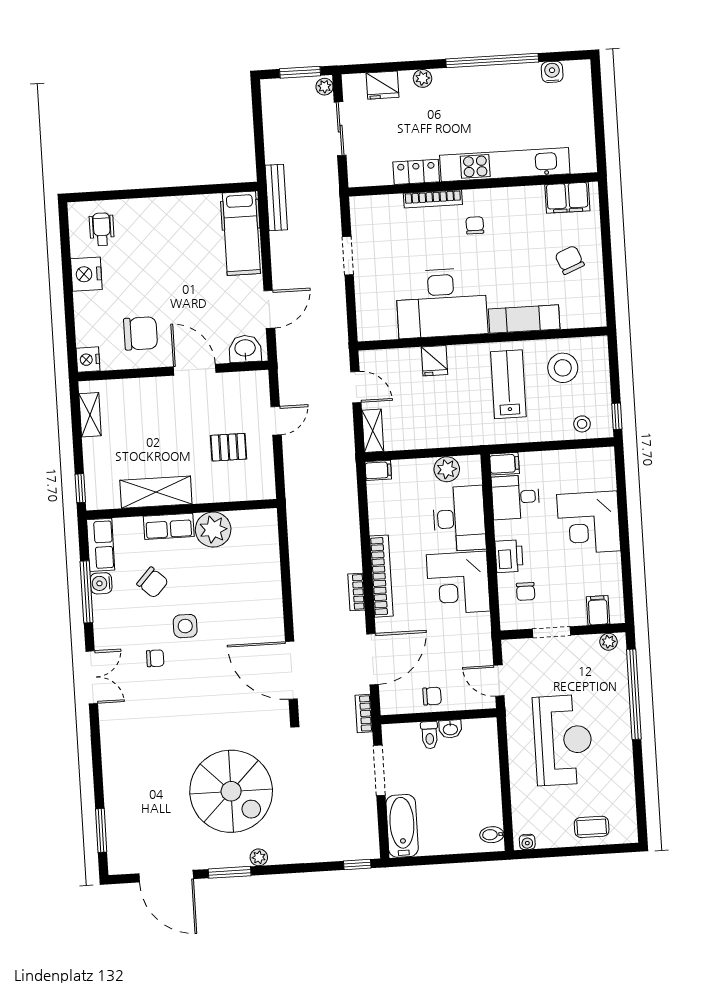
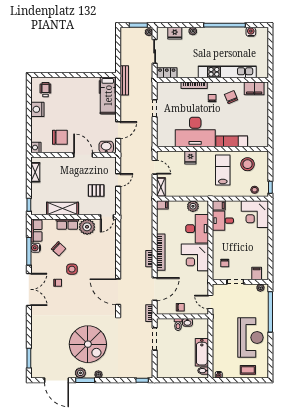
locker: (416, 172) -> (167, 73), moved
chair: (570, 260) -> (231, 97), moved
door: (256, 505) -> (107, 217), added
corner desk: (589, 523) -> (255, 214), moved
printer: (509, 556) -> (218, 247), removed
double door: (92, 677) -> (29, 289), width x1.37
reception desk: (563, 740) -> (250, 338), moved
bathtub: (402, 826) -> (202, 352), moved, turned 180
plant: (218, 856) -> (80, 373), added

